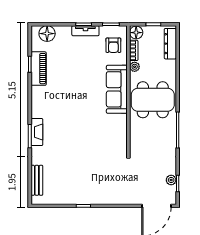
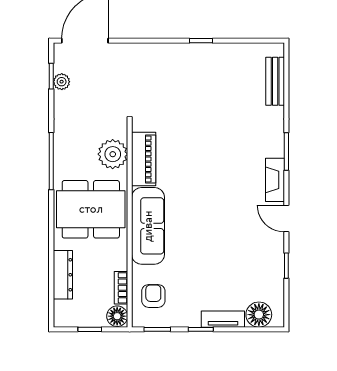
tv unit: (85, 31) -> (223, 319), moved
dresser: (170, 44) -> (63, 275), moved
plant: (135, 67) -> (113, 154), moved, width x1.88, depth x1.88
piano: (39, 69) -> (144, 159), moved, turned 180
door: (30, 94) -> (286, 219), added
fireplace: (37, 132) -> (275, 180), moved

